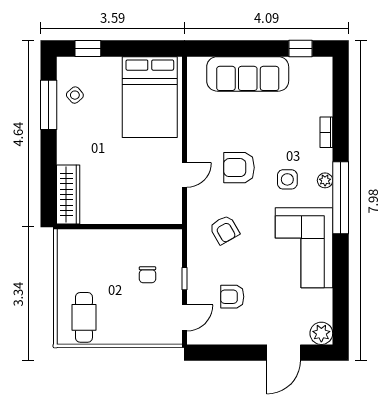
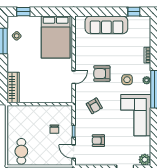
door: (185, 318) -> (74, 152), swing flipped

